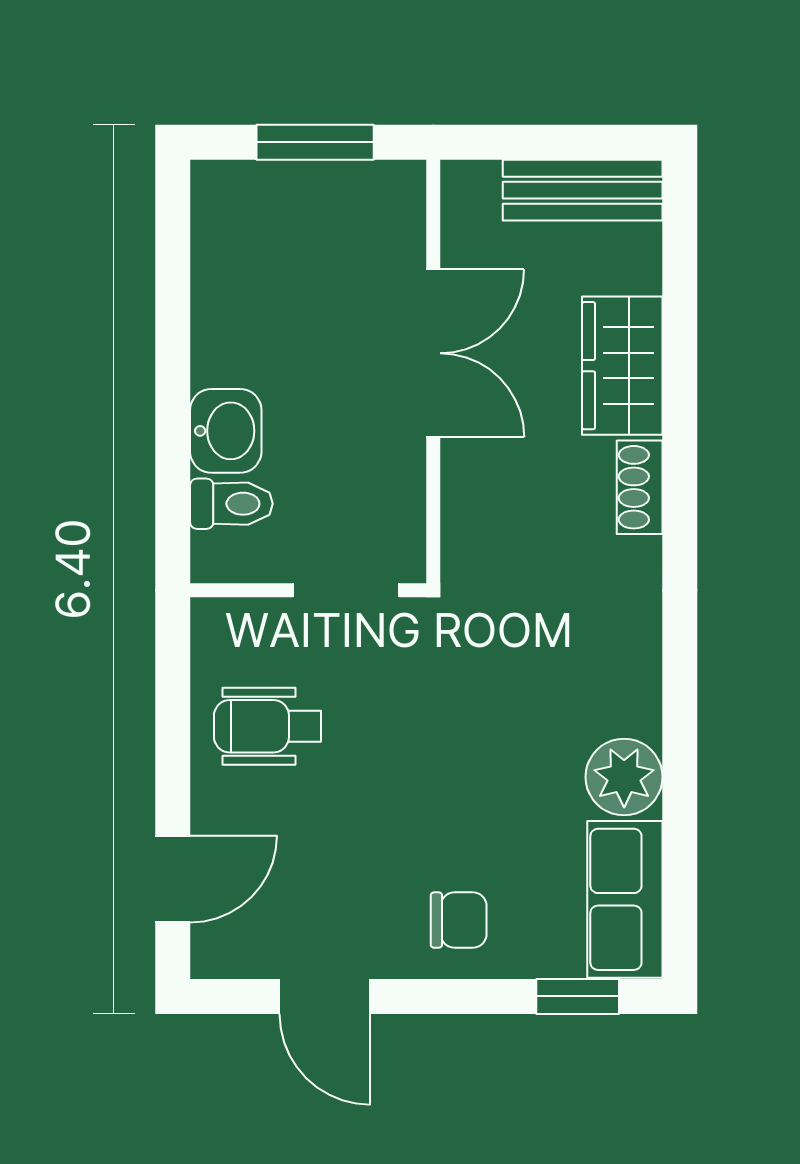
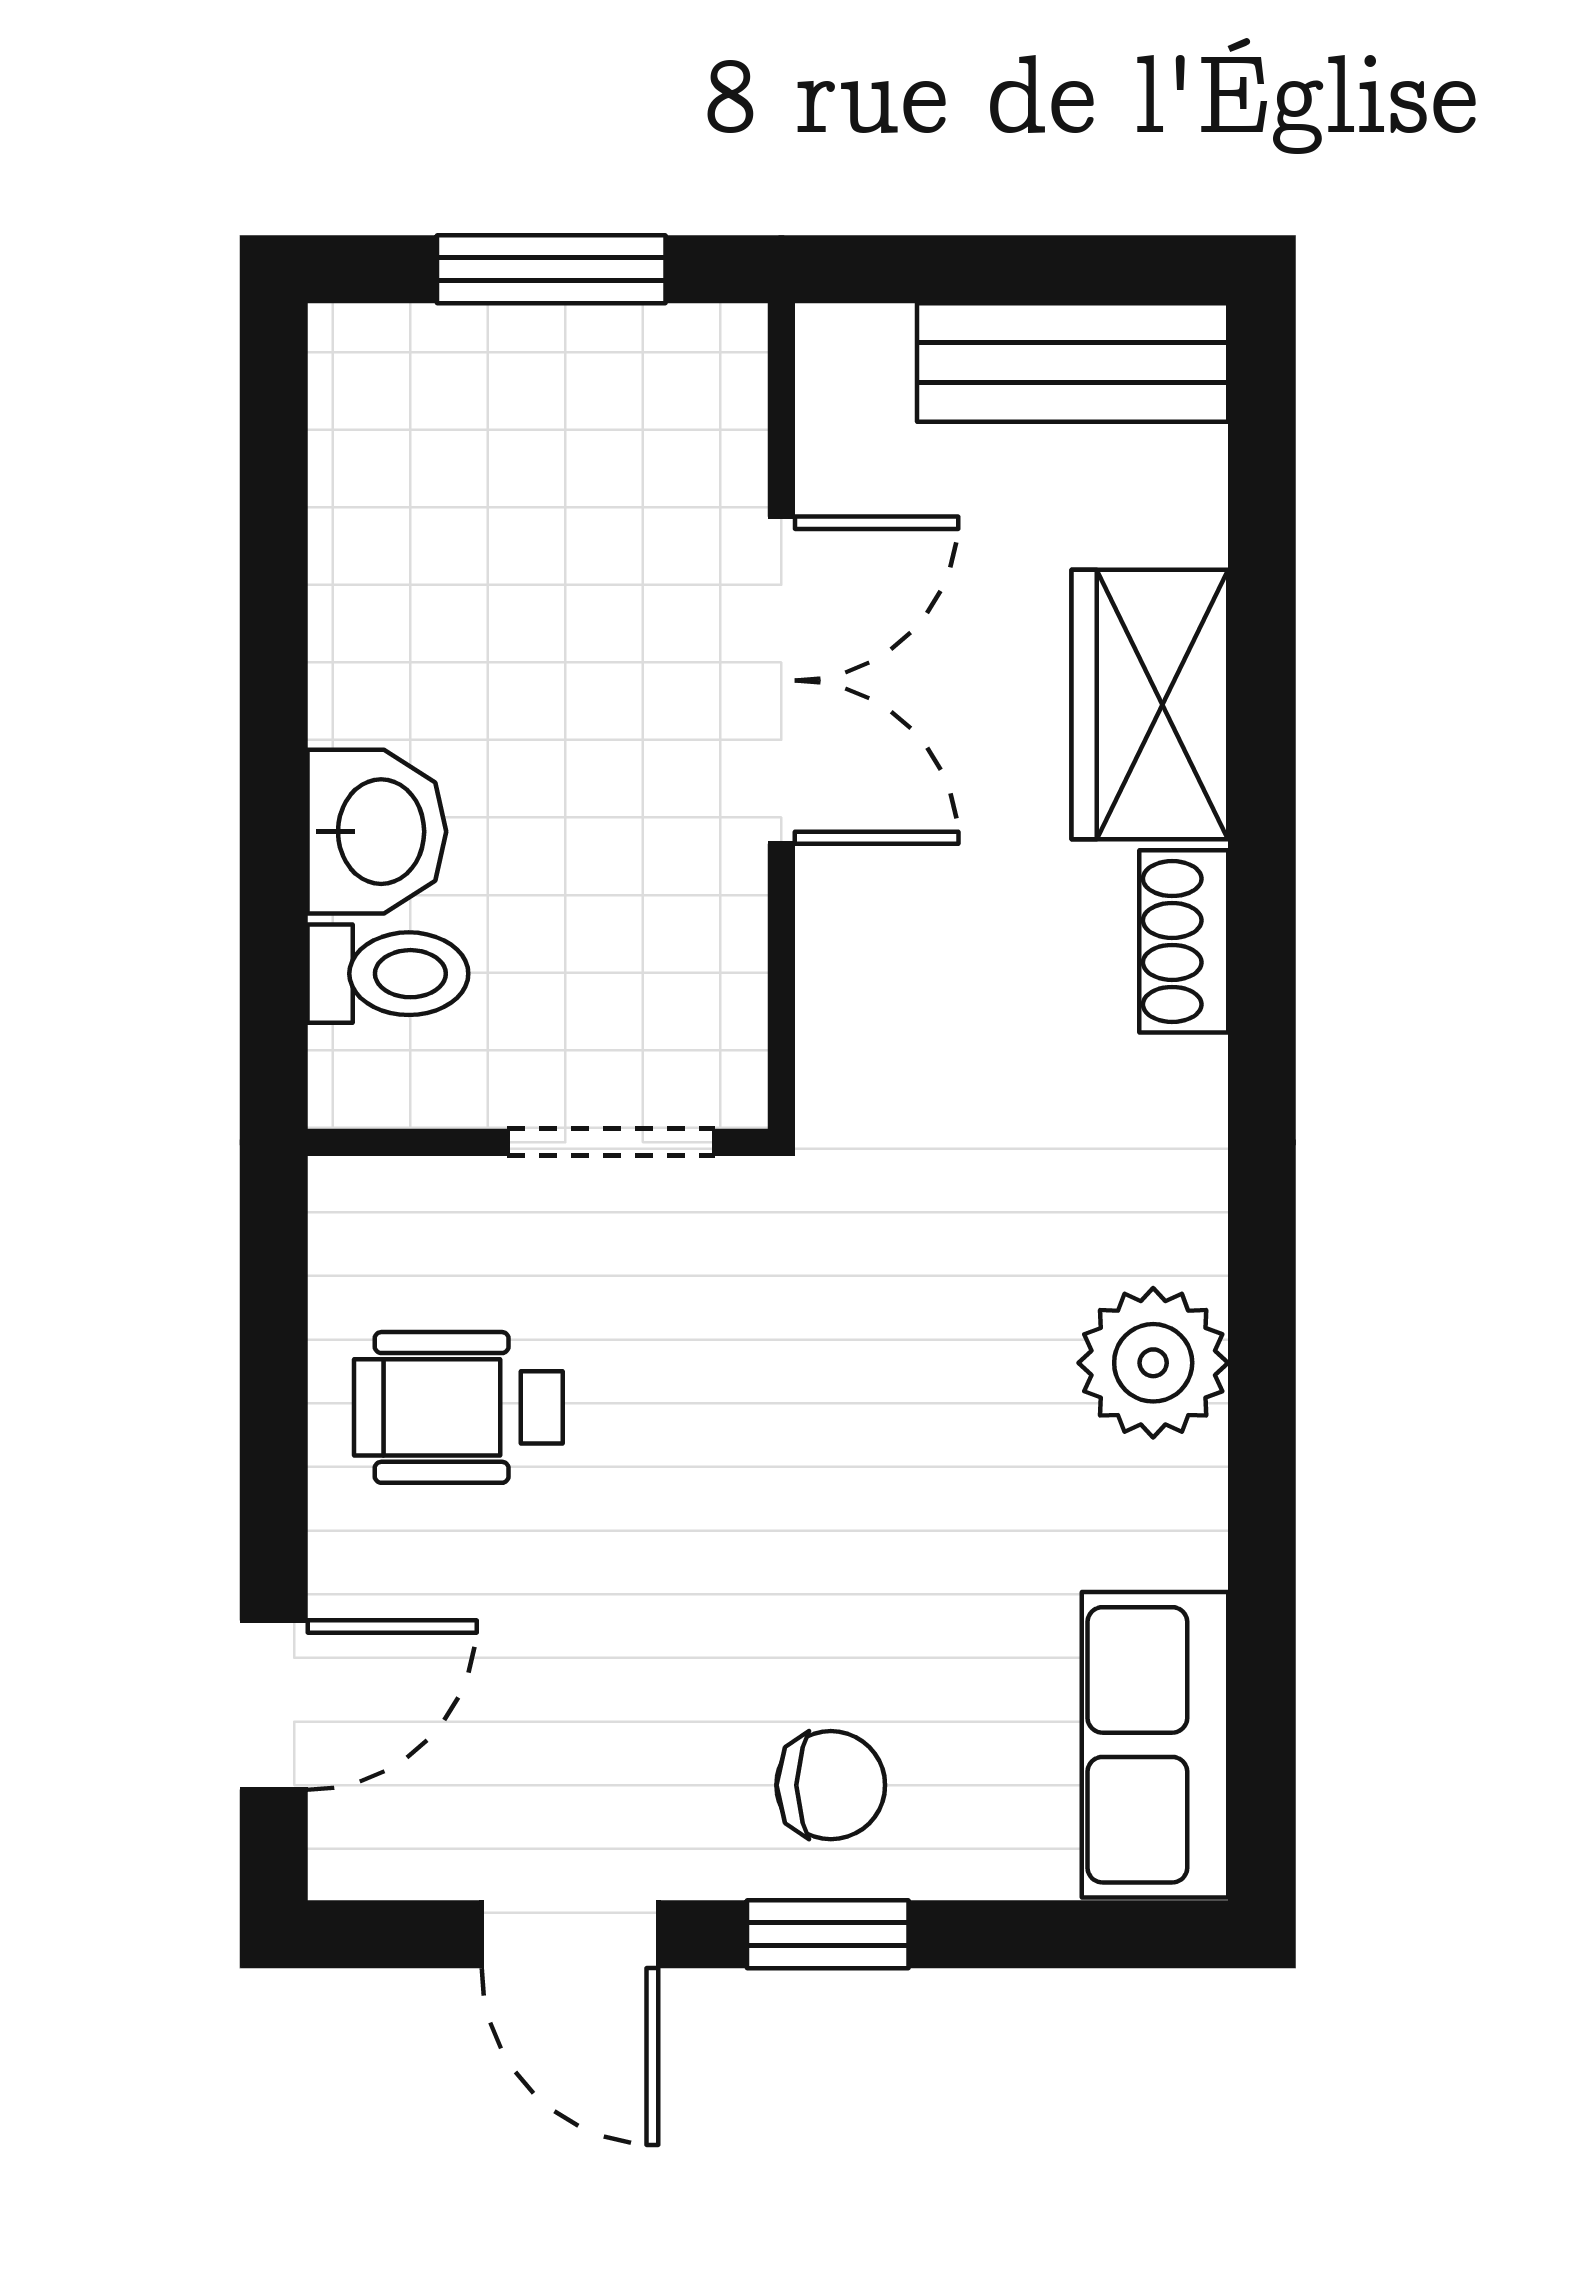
plant: (624, 777) -> (1153, 1363), moved
window: (578, 996) -> (828, 1934), moved

